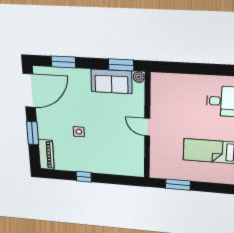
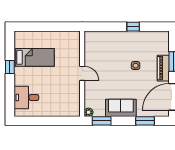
sofa: (111, 81) -> (121, 108), moved
piano: (46, 154) -> (163, 68), moved
window: (178, 185) -> (58, 27), removed

